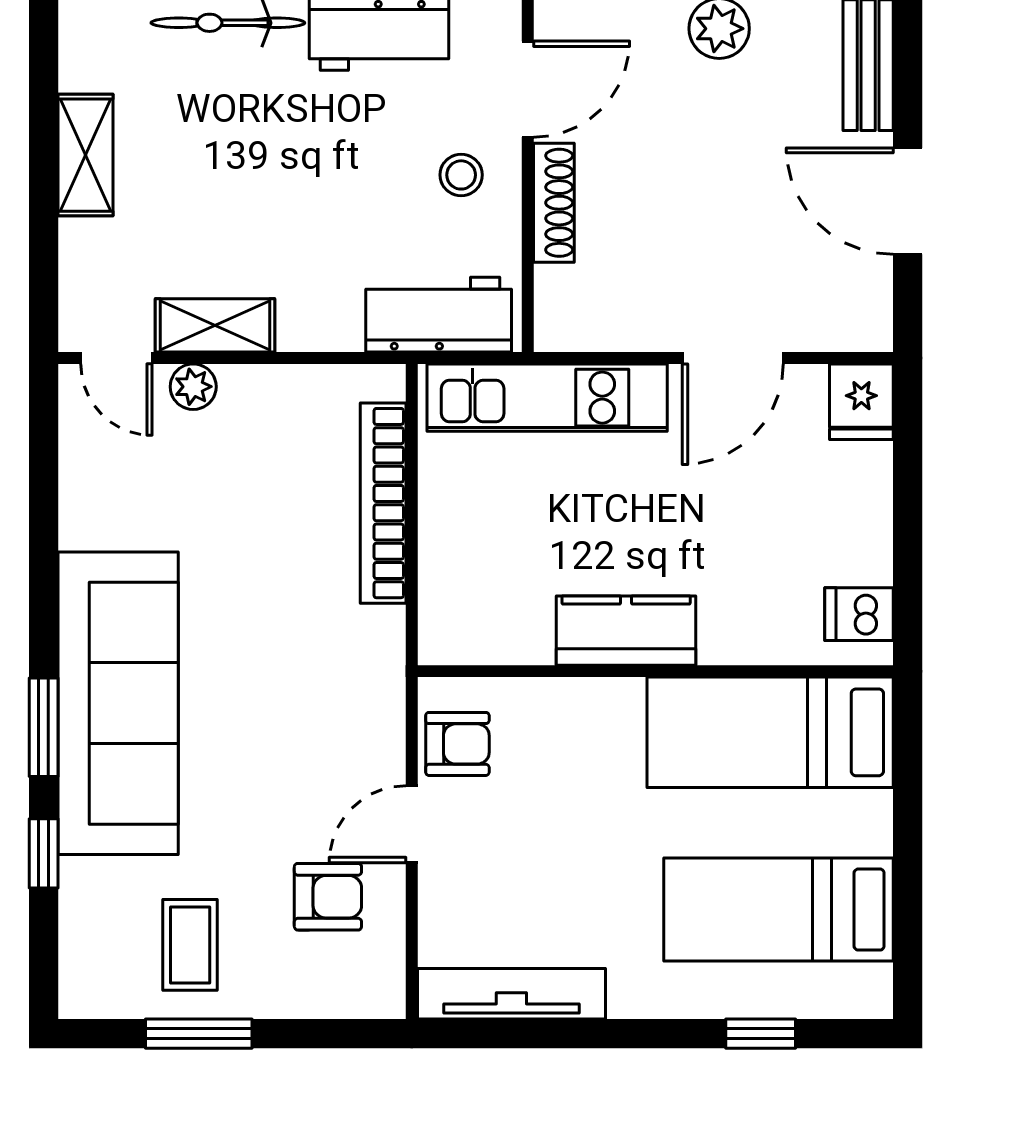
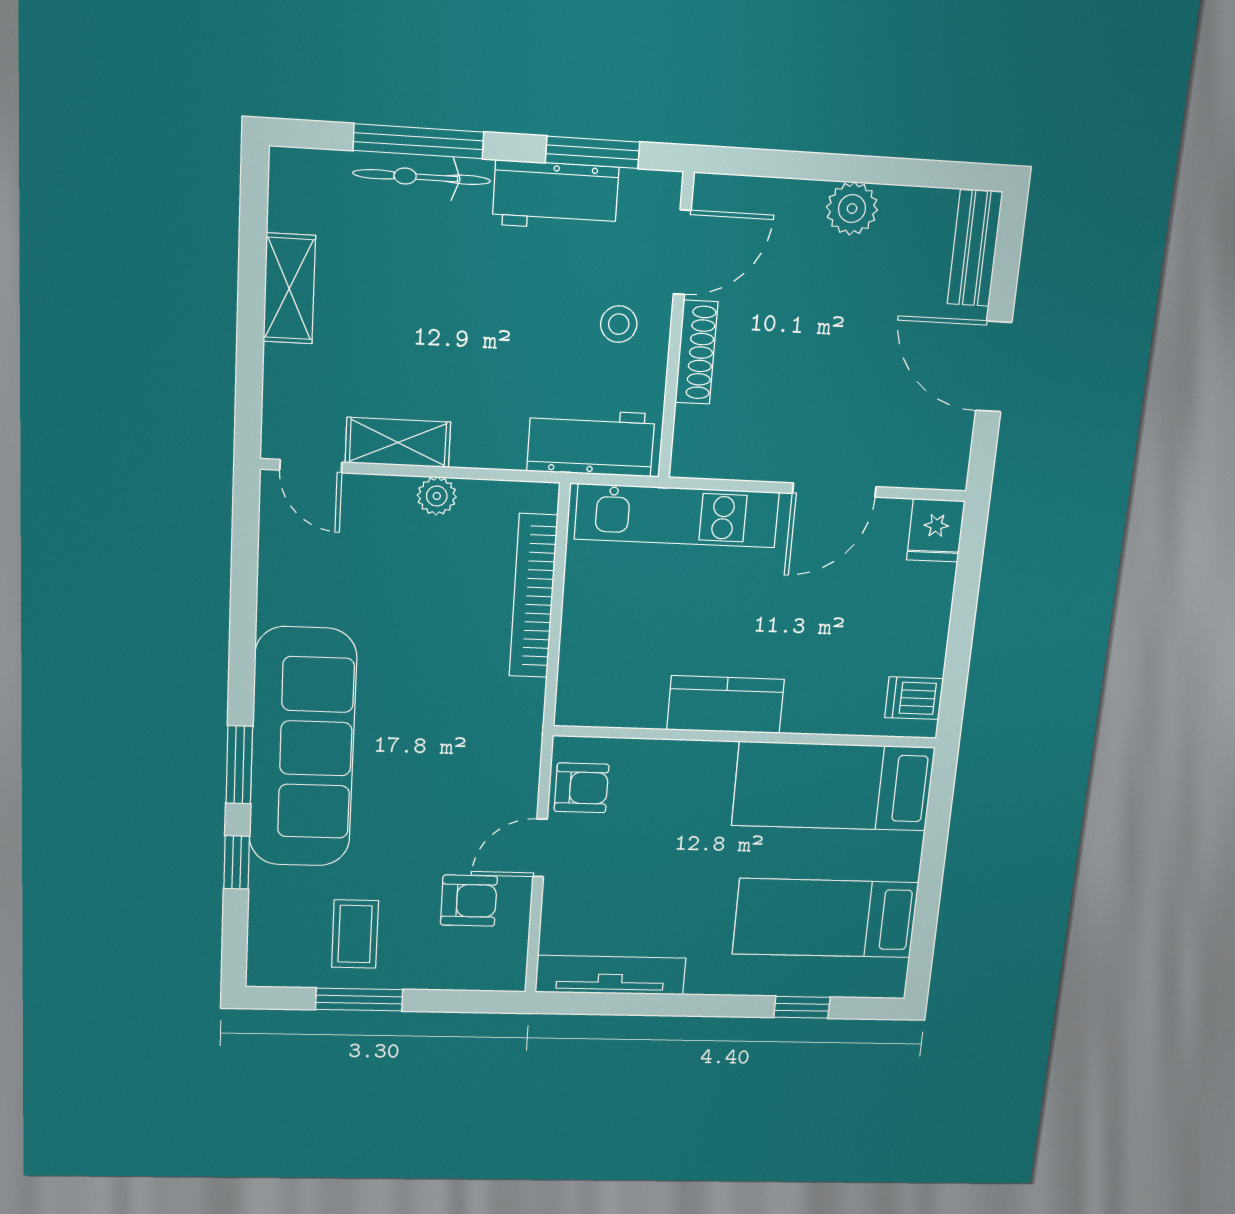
plant: (193, 387) -> (437, 496), moved

